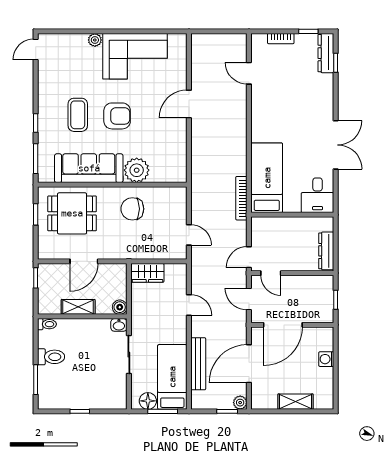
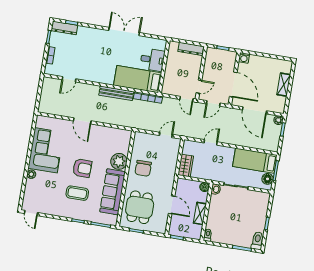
armchair: (117, 116) -> (82, 168), turned 91
desk: (318, 195) -> (152, 60), moved
toilet: (51, 357) -> (257, 241), moved
washing machine: (326, 359) -> (244, 58), moved
bench: (198, 364) -> (116, 93), moved

